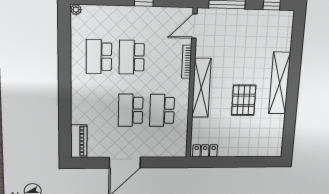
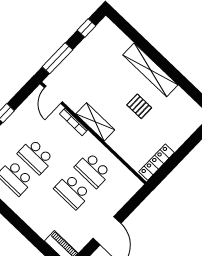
shelving: (201, 88) -> (95, 122), width x0.68
pallet: (244, 100) -> (139, 106), width x0.67, depth x0.71
locker: (205, 151) -> (157, 162), width x1.53

